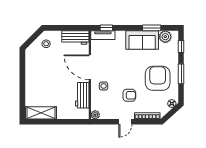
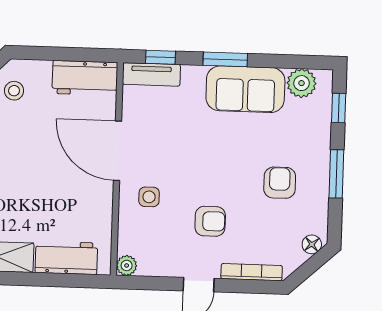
window: (152, 28) -> (225, 59), moved
armchair: (158, 78) -> (280, 183), width x0.53, depth x0.53
workbench: (82, 95) -> (66, 258), moved, turned 90

